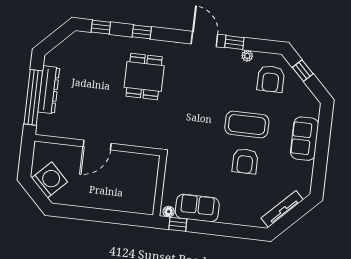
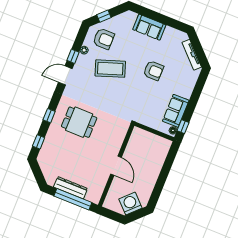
coffee table: (247, 125) -> (110, 69), moved, turned 71

